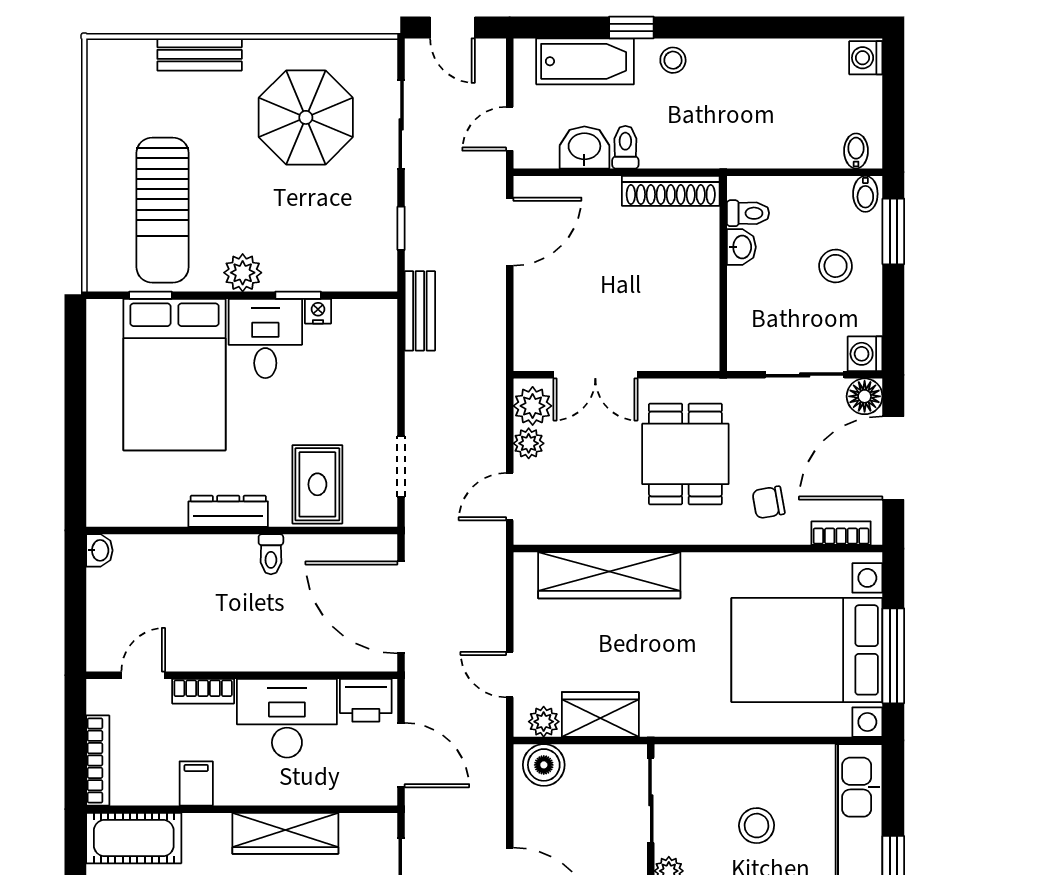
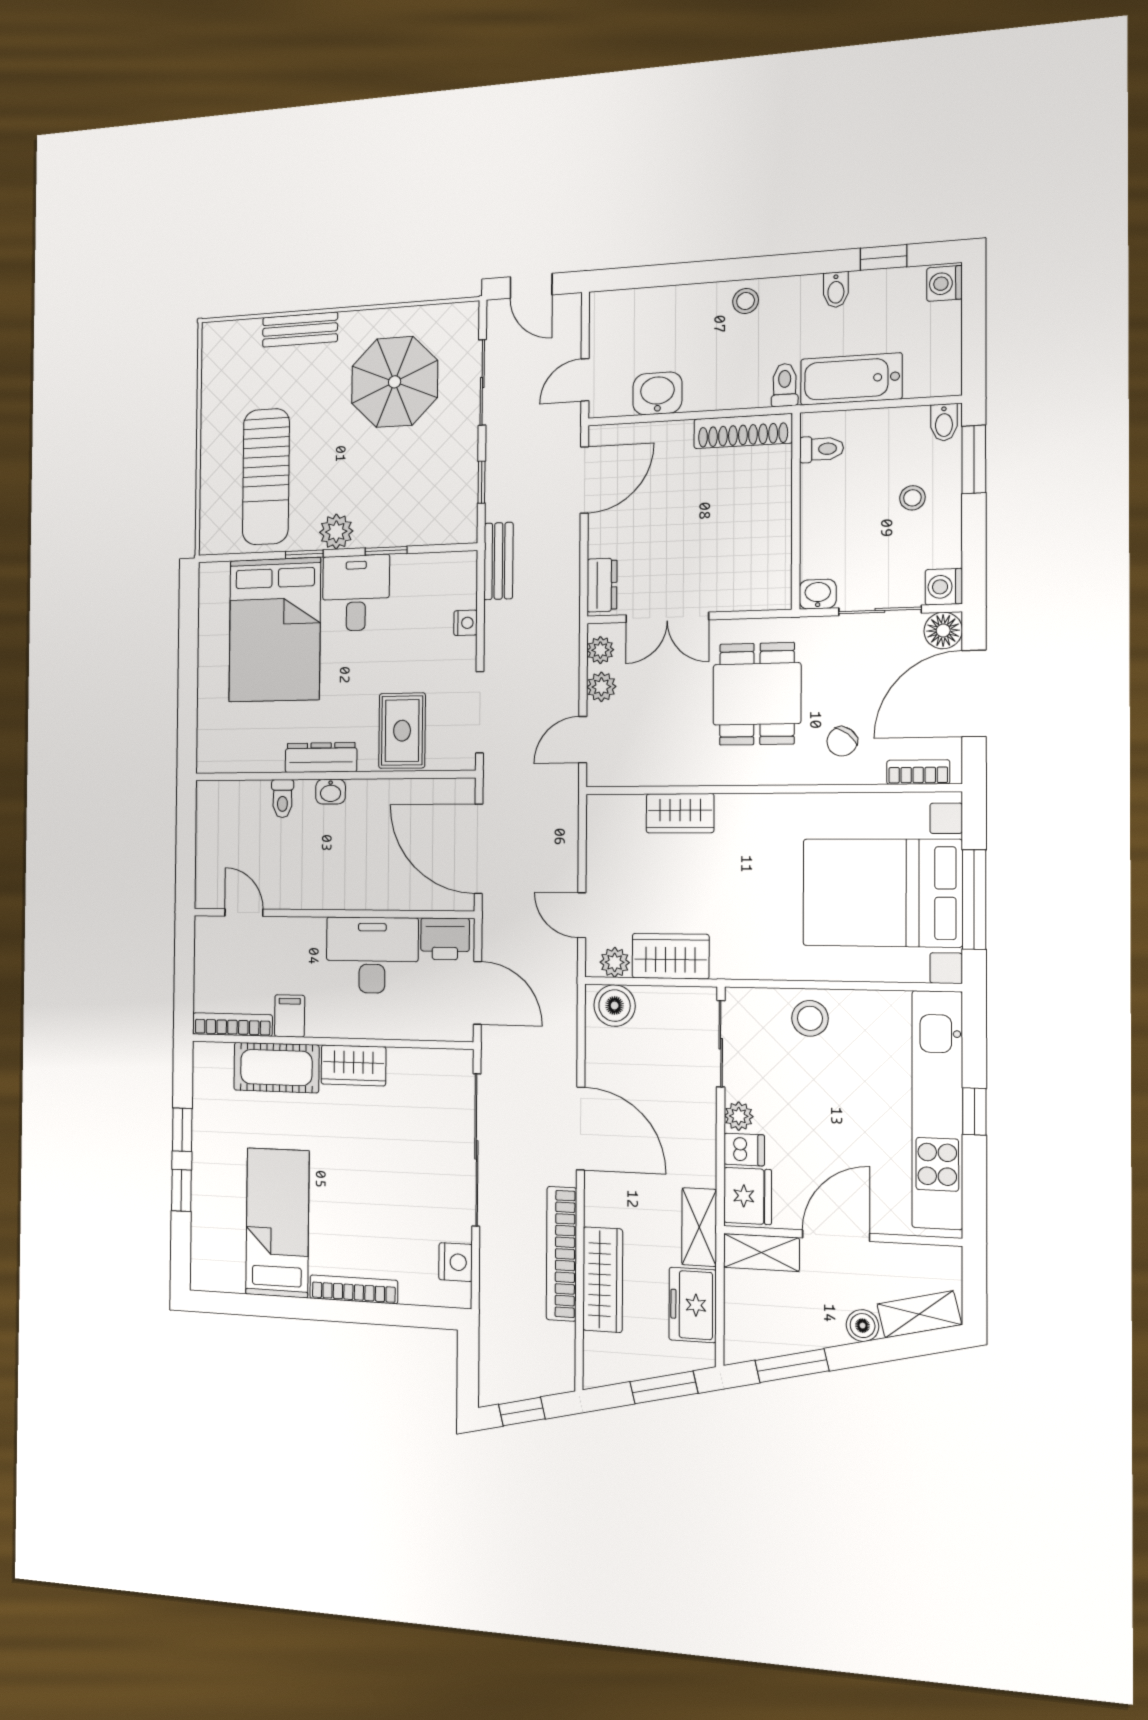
window: (631, 27) -> (884, 257), moved
bathtub: (585, 61) -> (851, 379), moved, turned 180
toilet: (625, 147) -> (785, 385), moved
bidet: (856, 151) -> (836, 290), moved, turned 180
washbasin: (741, 247) -> (818, 594), moved, turned -90
stool: (836, 266) -> (912, 498), width x0.73, depth x0.73
window: (150, 295) -> (304, 554), moved
nightstand: (318, 311) -> (466, 623), moved, turned 90
dresser: (529, 340) -> (602, 585), added
plant: (533, 406) -> (600, 650), width x0.73, depth x0.73
doorway: (401, 467) -> (480, 712), width x1.38
chair: (768, 502) -> (842, 741), turned -42
washbasin: (99, 550) -> (331, 792), moved, turned 90
toilet: (271, 554) -> (282, 799), moved
wardrobe: (609, 575) -> (680, 813), width x0.48, depth x0.85
door: (143, 675) -> (244, 913), hinge flipped
bookcase: (203, 691) -> (297, 928), removed
bookcase: (98, 760) -> (232, 1024), moved, turned -90
stool: (757, 826) -> (810, 1018), moved
wardrobe: (285, 833) -> (353, 1065), width x0.67
cot: (134, 838) -> (276, 1068), moved

